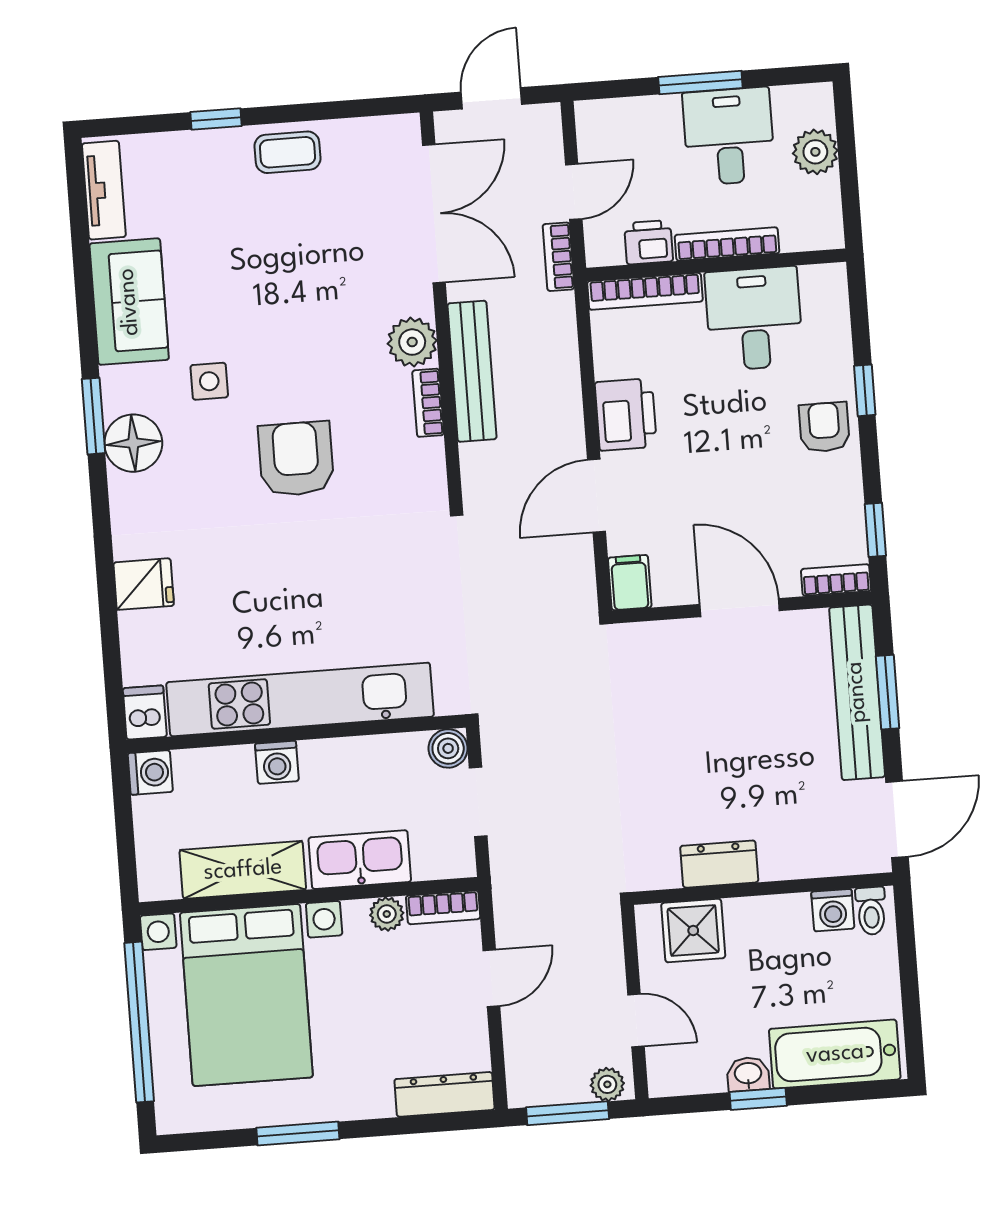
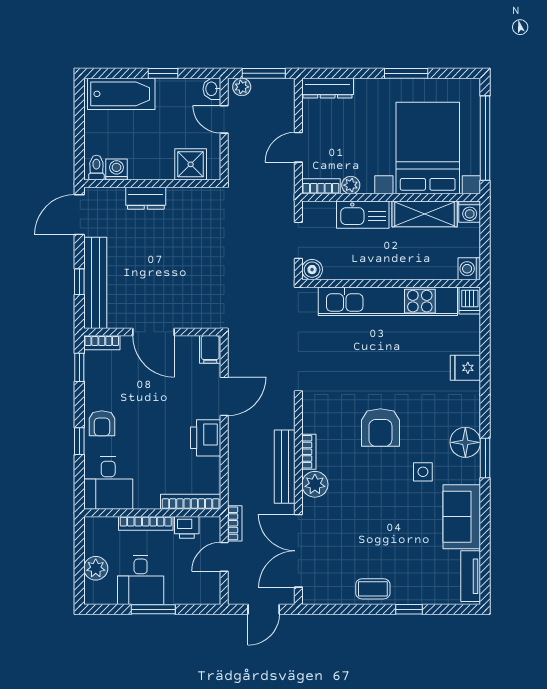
desk: (754, 319) -> (108, 483), moved
window: (887, 692) -> (79, 282), width x0.67
washing machine: (277, 762) -> (470, 212), moved, turned 180
dresser: (719, 864) -> (146, 198), moved
washbasin: (748, 1074) -> (212, 89), moved, turned 90

